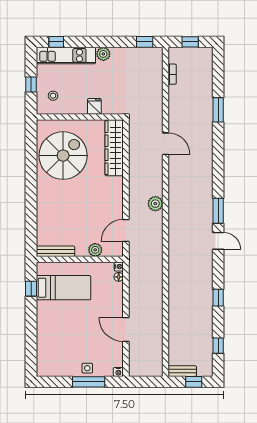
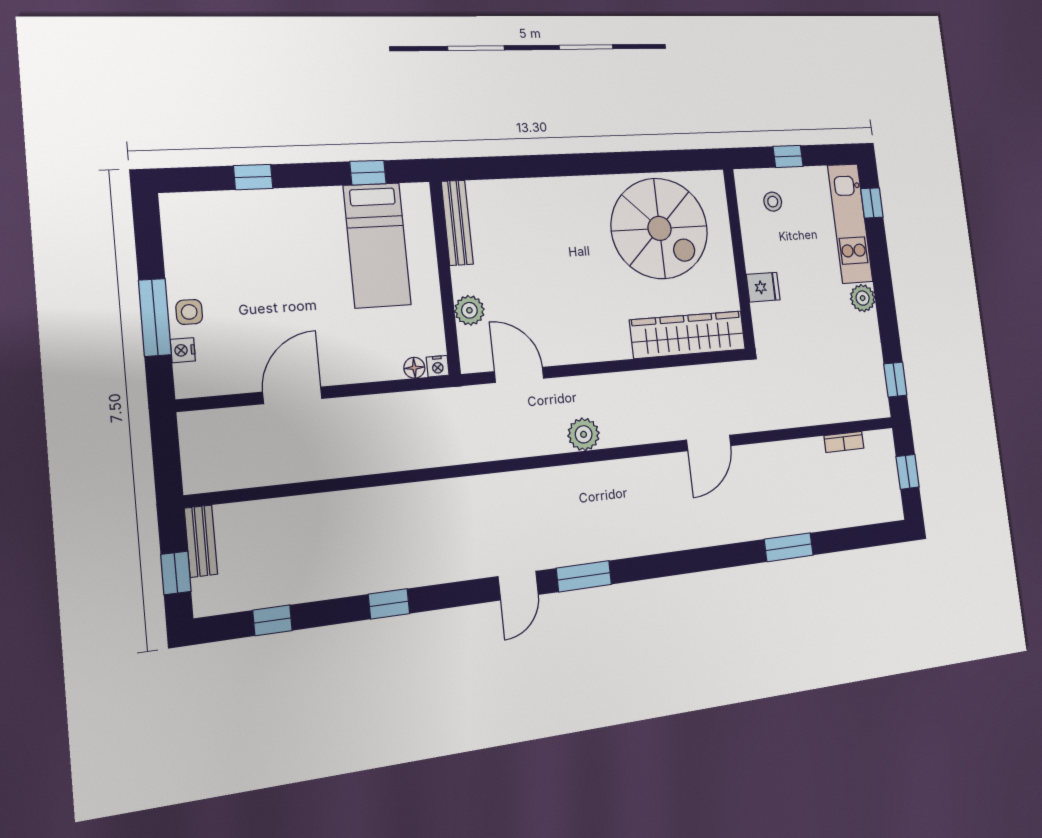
window: (31, 338) -> (253, 177), added
nightstand: (118, 372) -> (183, 350), moved

